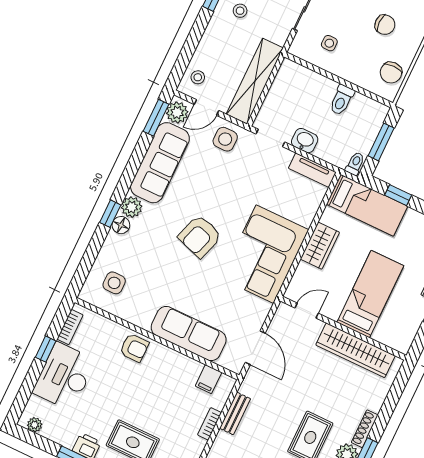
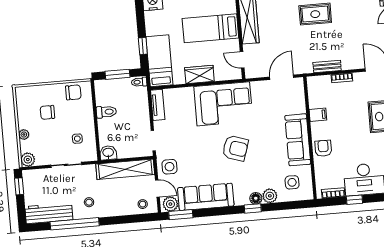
chair: (385, 25) -> (47, 112), turned -90
washbasin: (305, 141) -> (108, 153), moved, turned 90
plant: (132, 207) -> (270, 196), moved
sofa: (189, 334) -> (298, 140), moved
filing cabinet: (208, 379) -> (318, 115), moved

